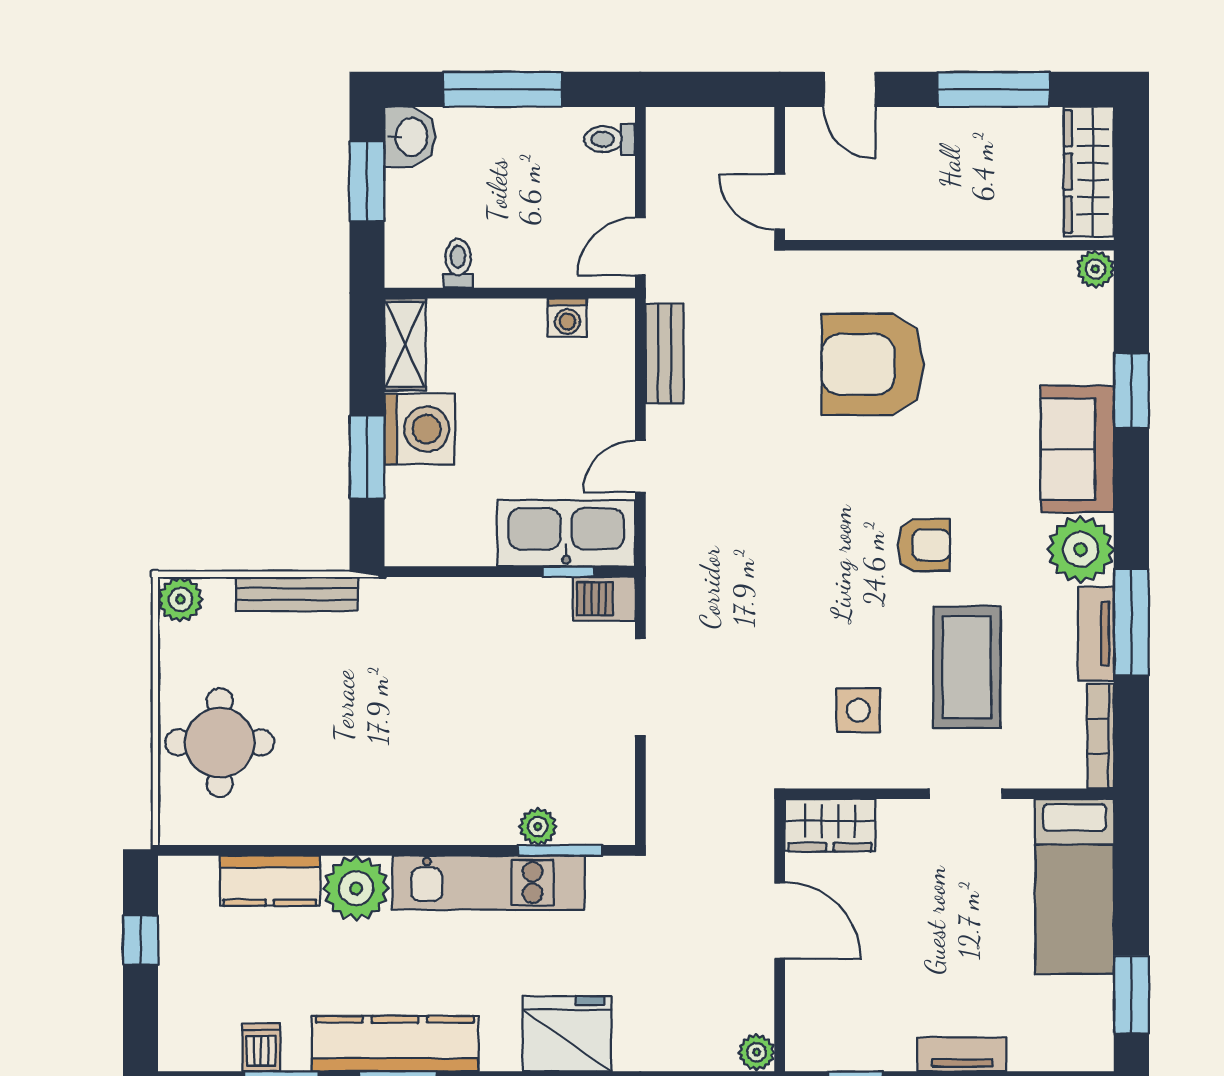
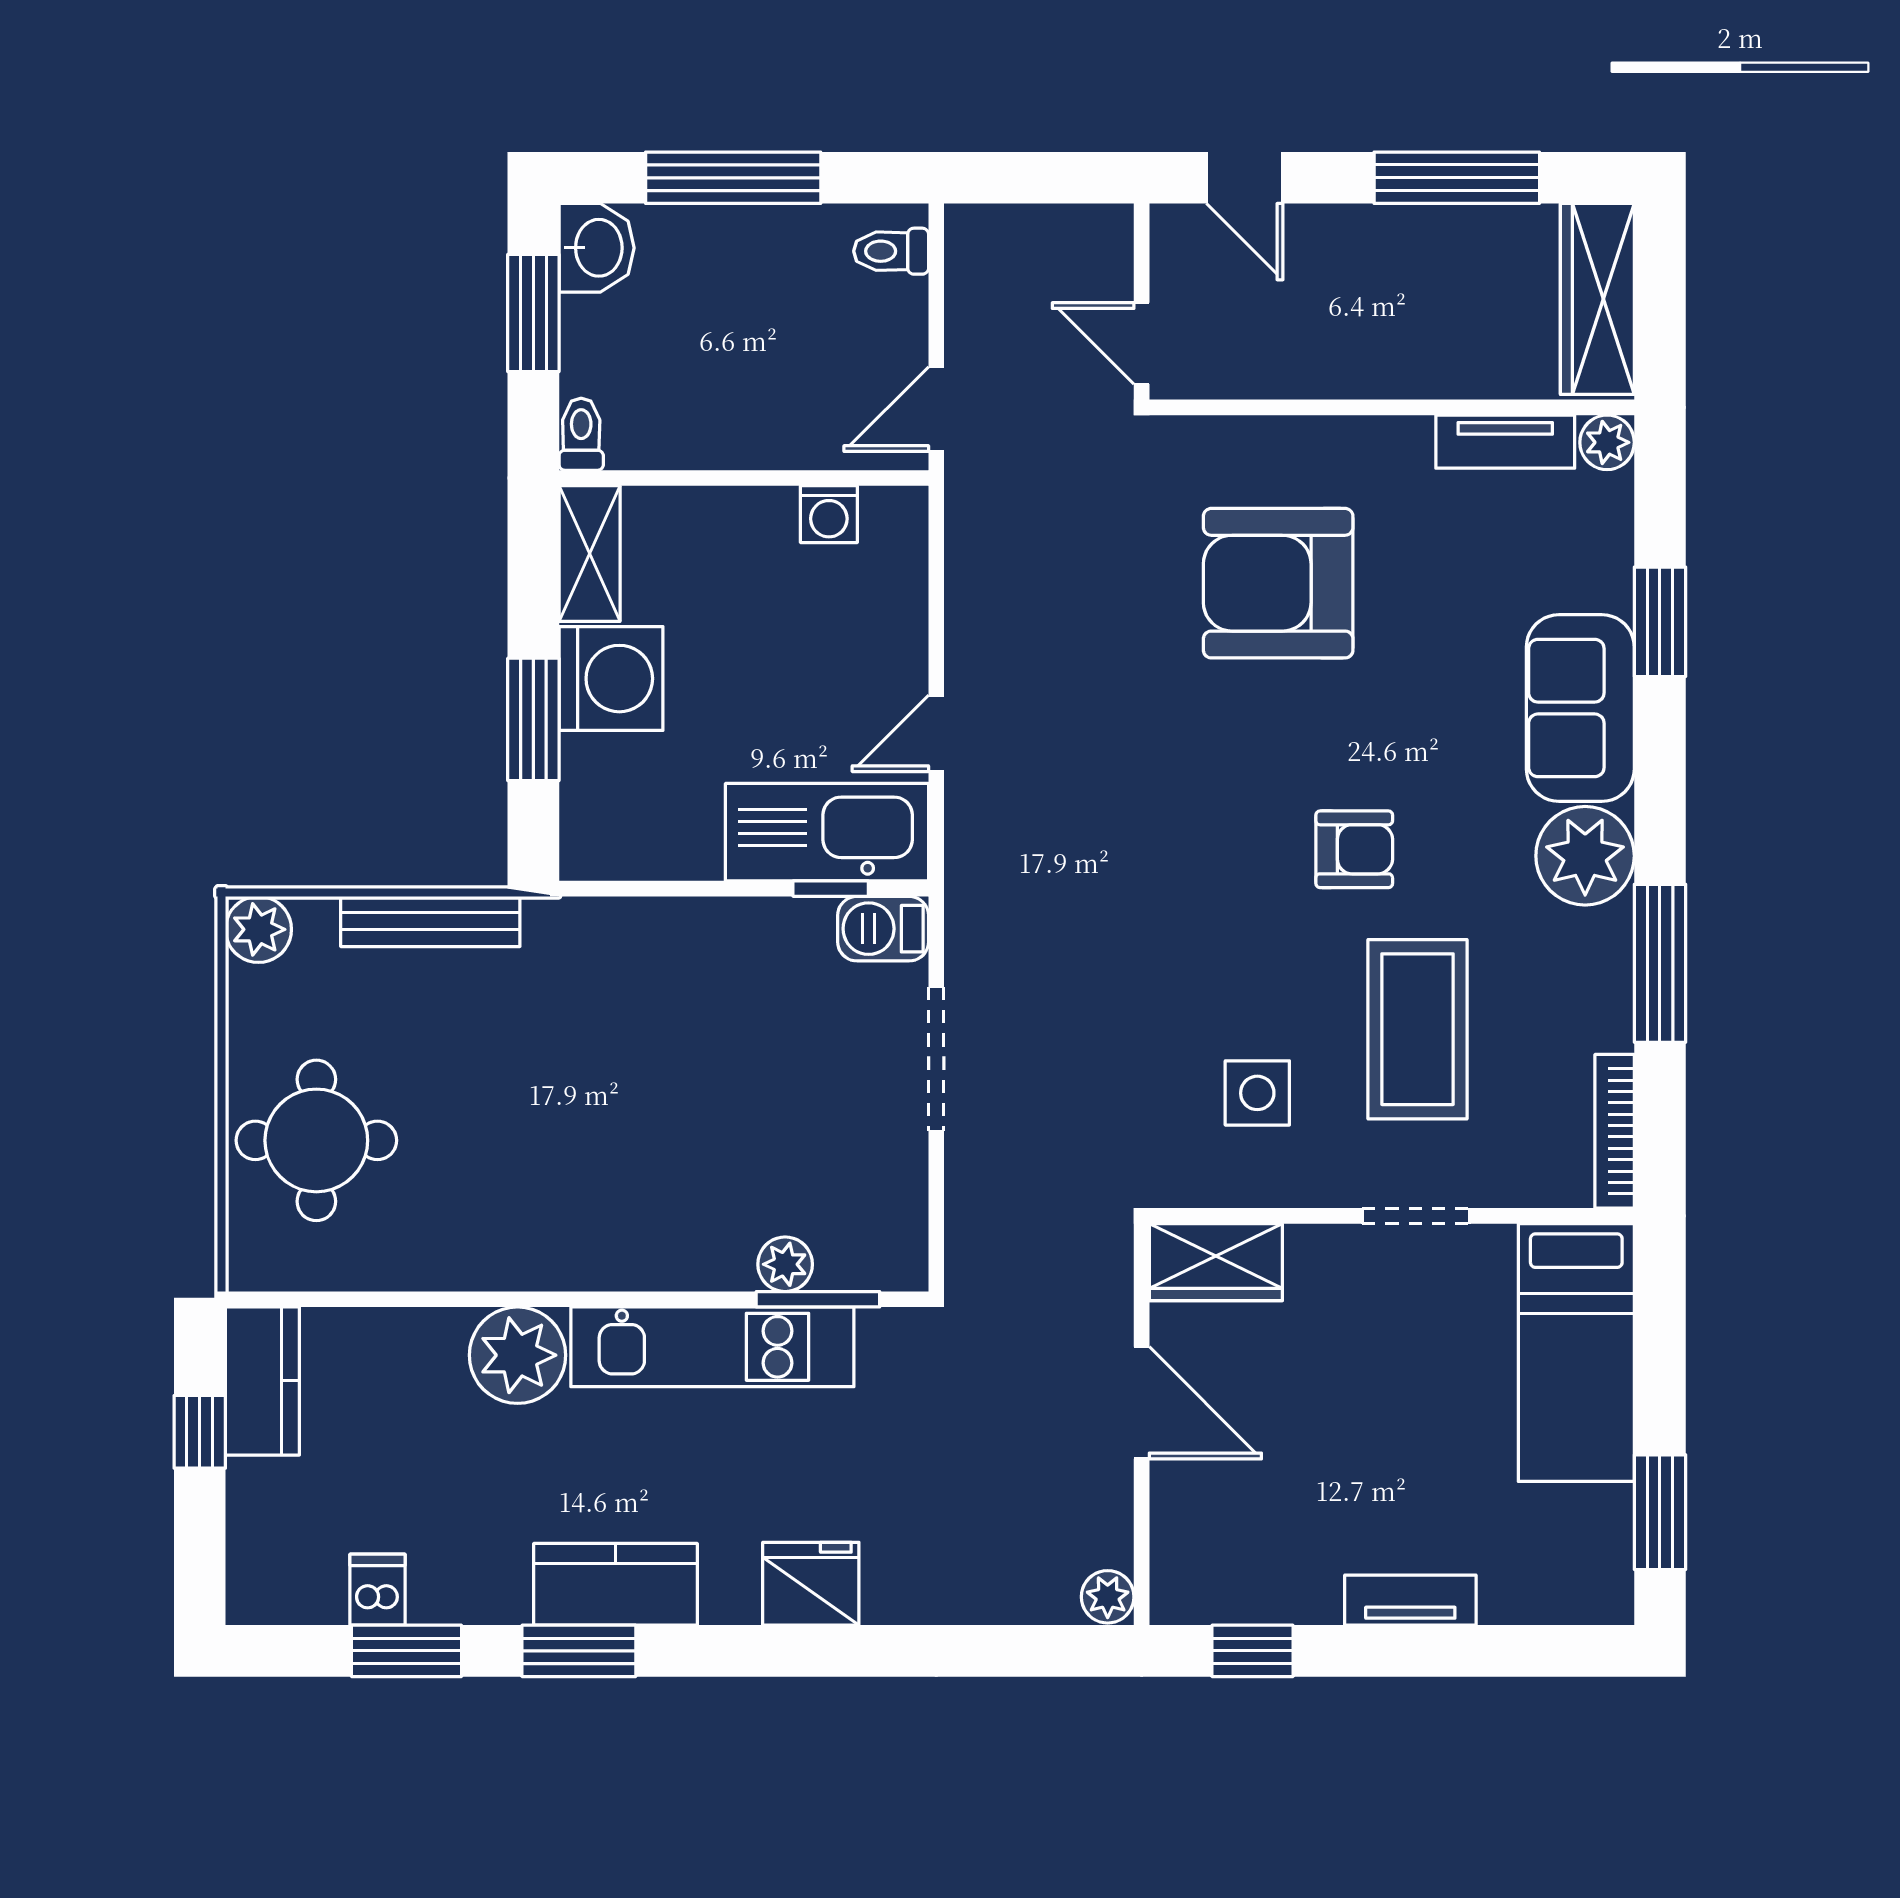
toilet: (458, 263) -> (581, 434), moved
bench: (665, 353) -> (972, 567), removed
tv unit: (1096, 634) -> (1505, 442), moved, turned -90
kitchen counter: (270, 881) -> (262, 1381), moved, turned -90
fridge: (567, 1034) -> (811, 1584), width x0.73, depth x0.75
kitchen counter: (395, 1044) -> (615, 1584), width x0.67

